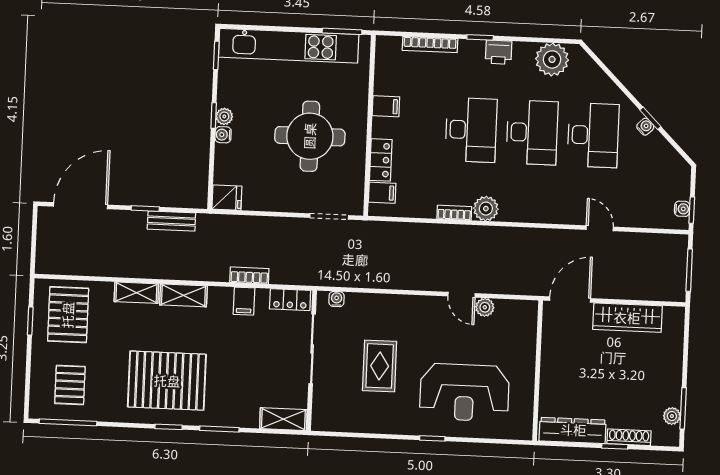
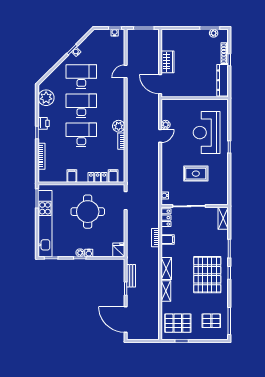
wardrobe: (627, 318) -> (168, 62), width x0.67
reception desk: (464, 392) -> (207, 133), turned 180

